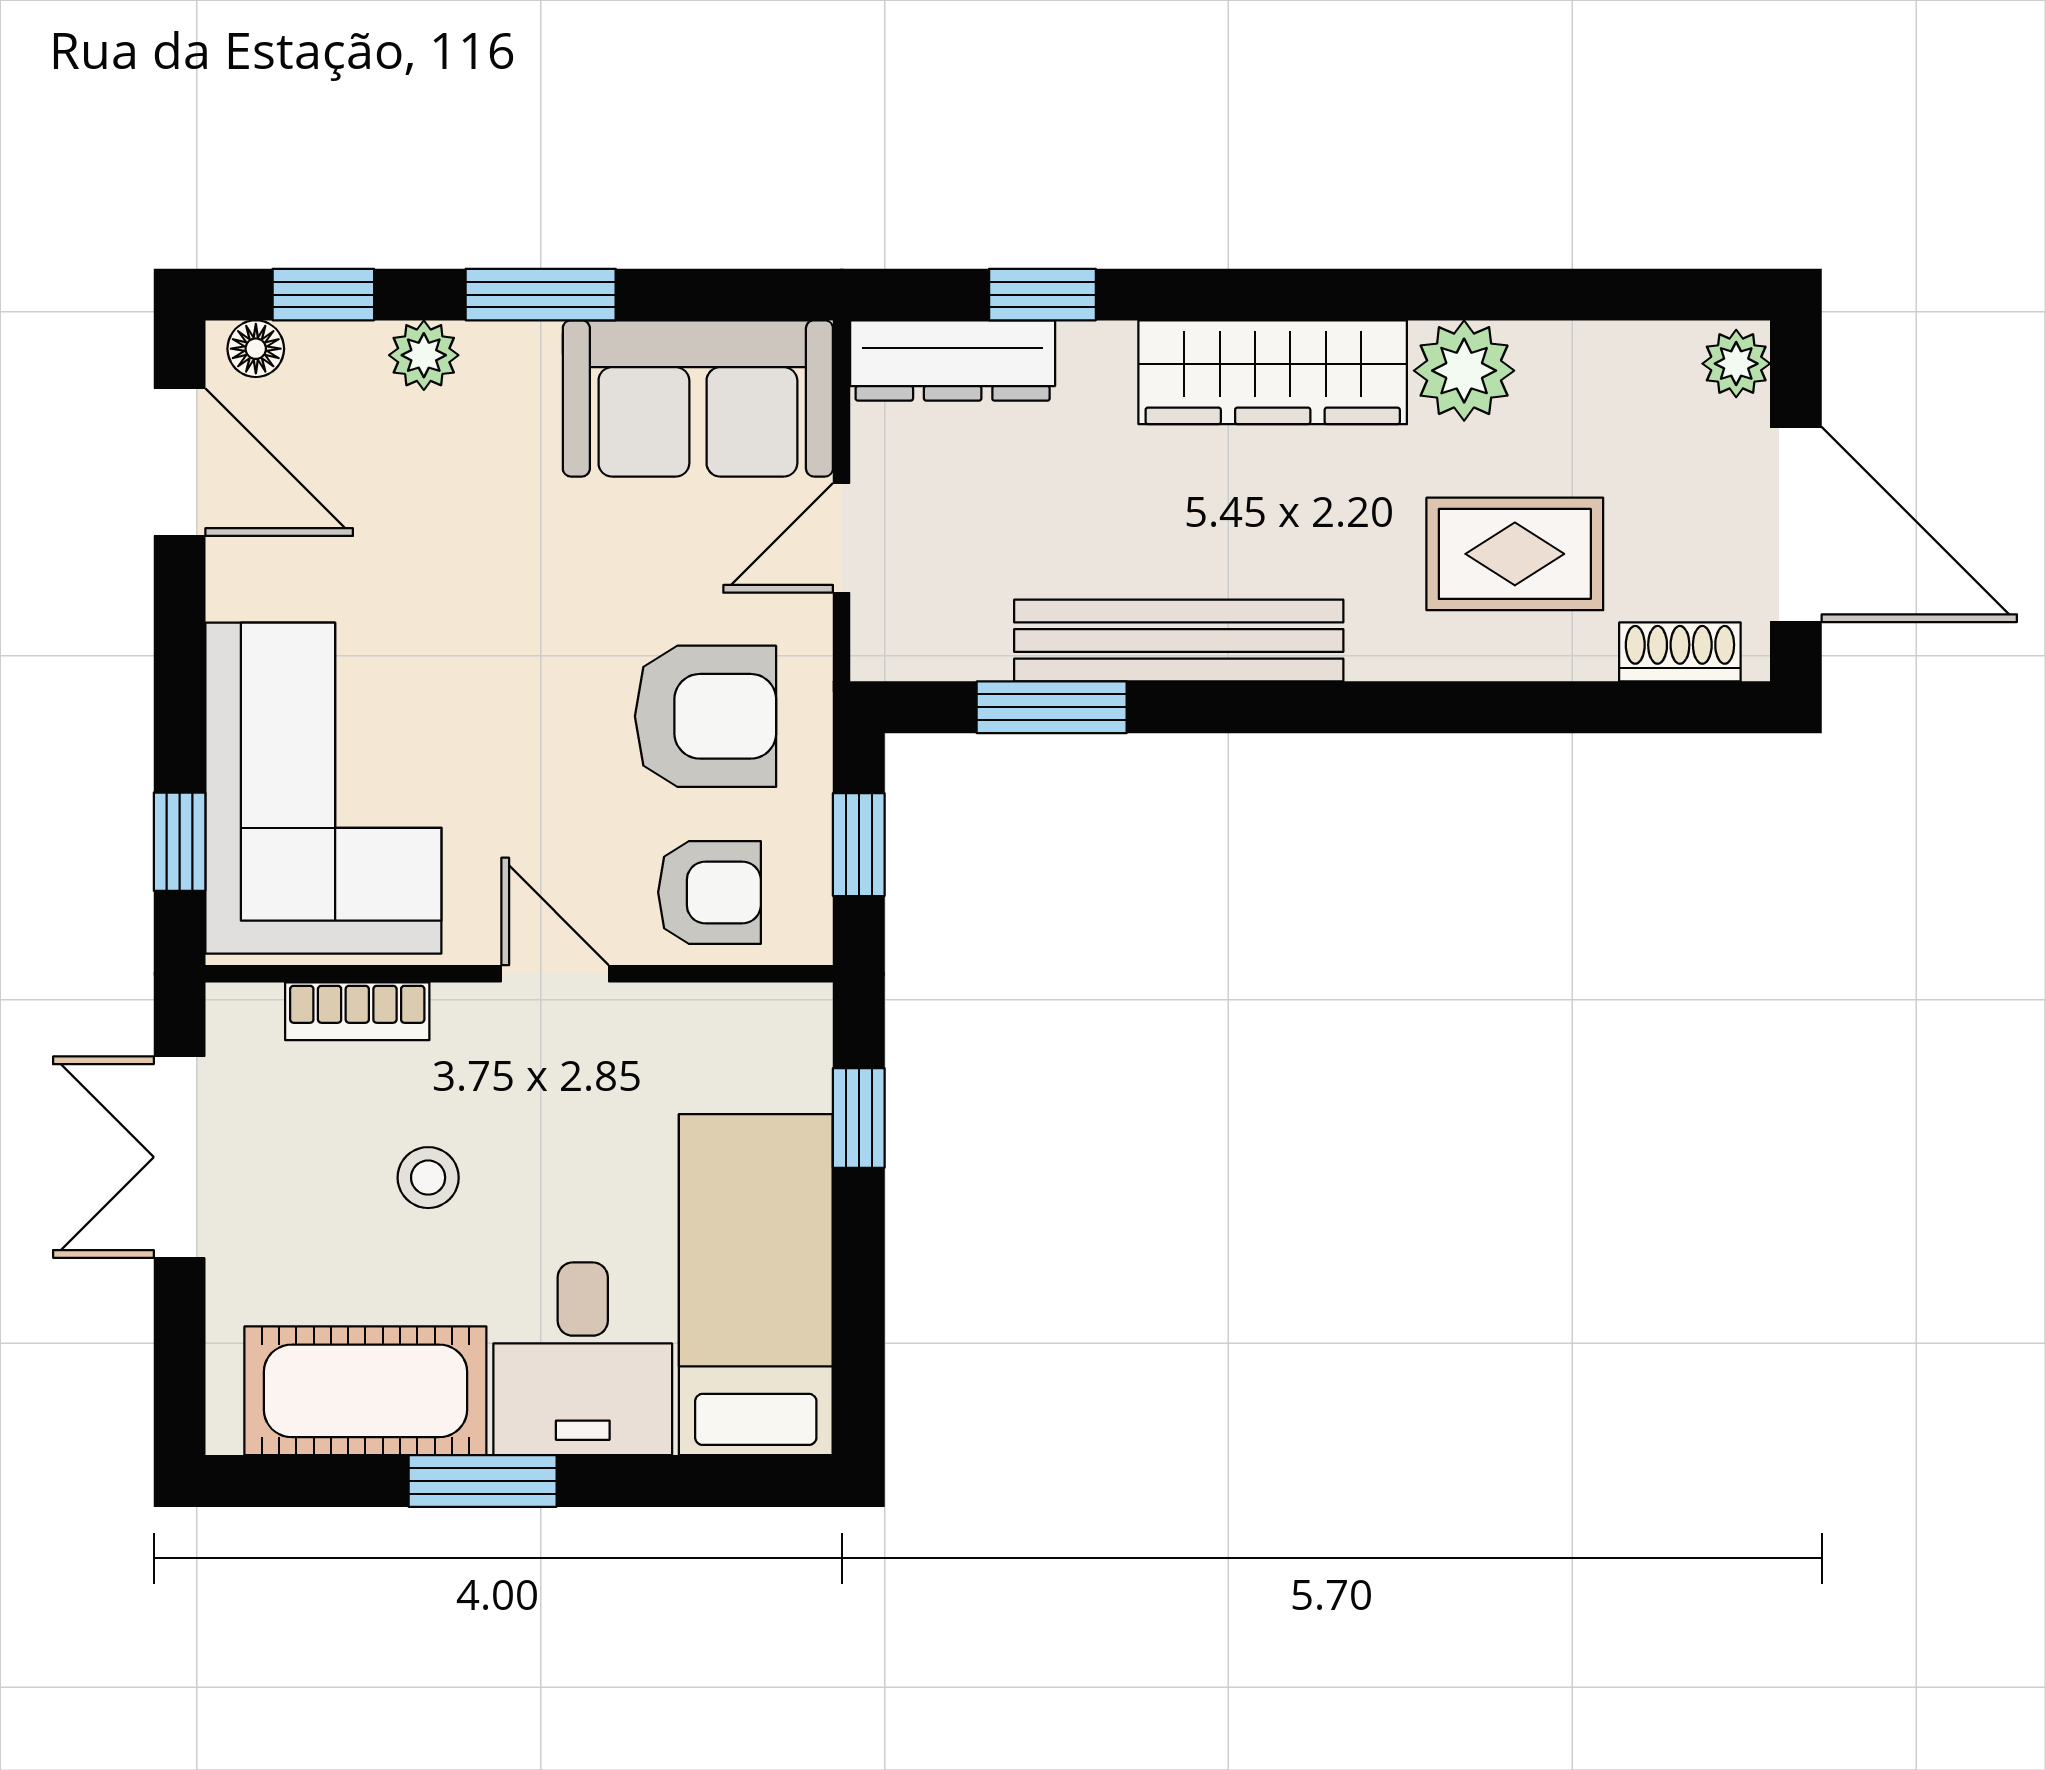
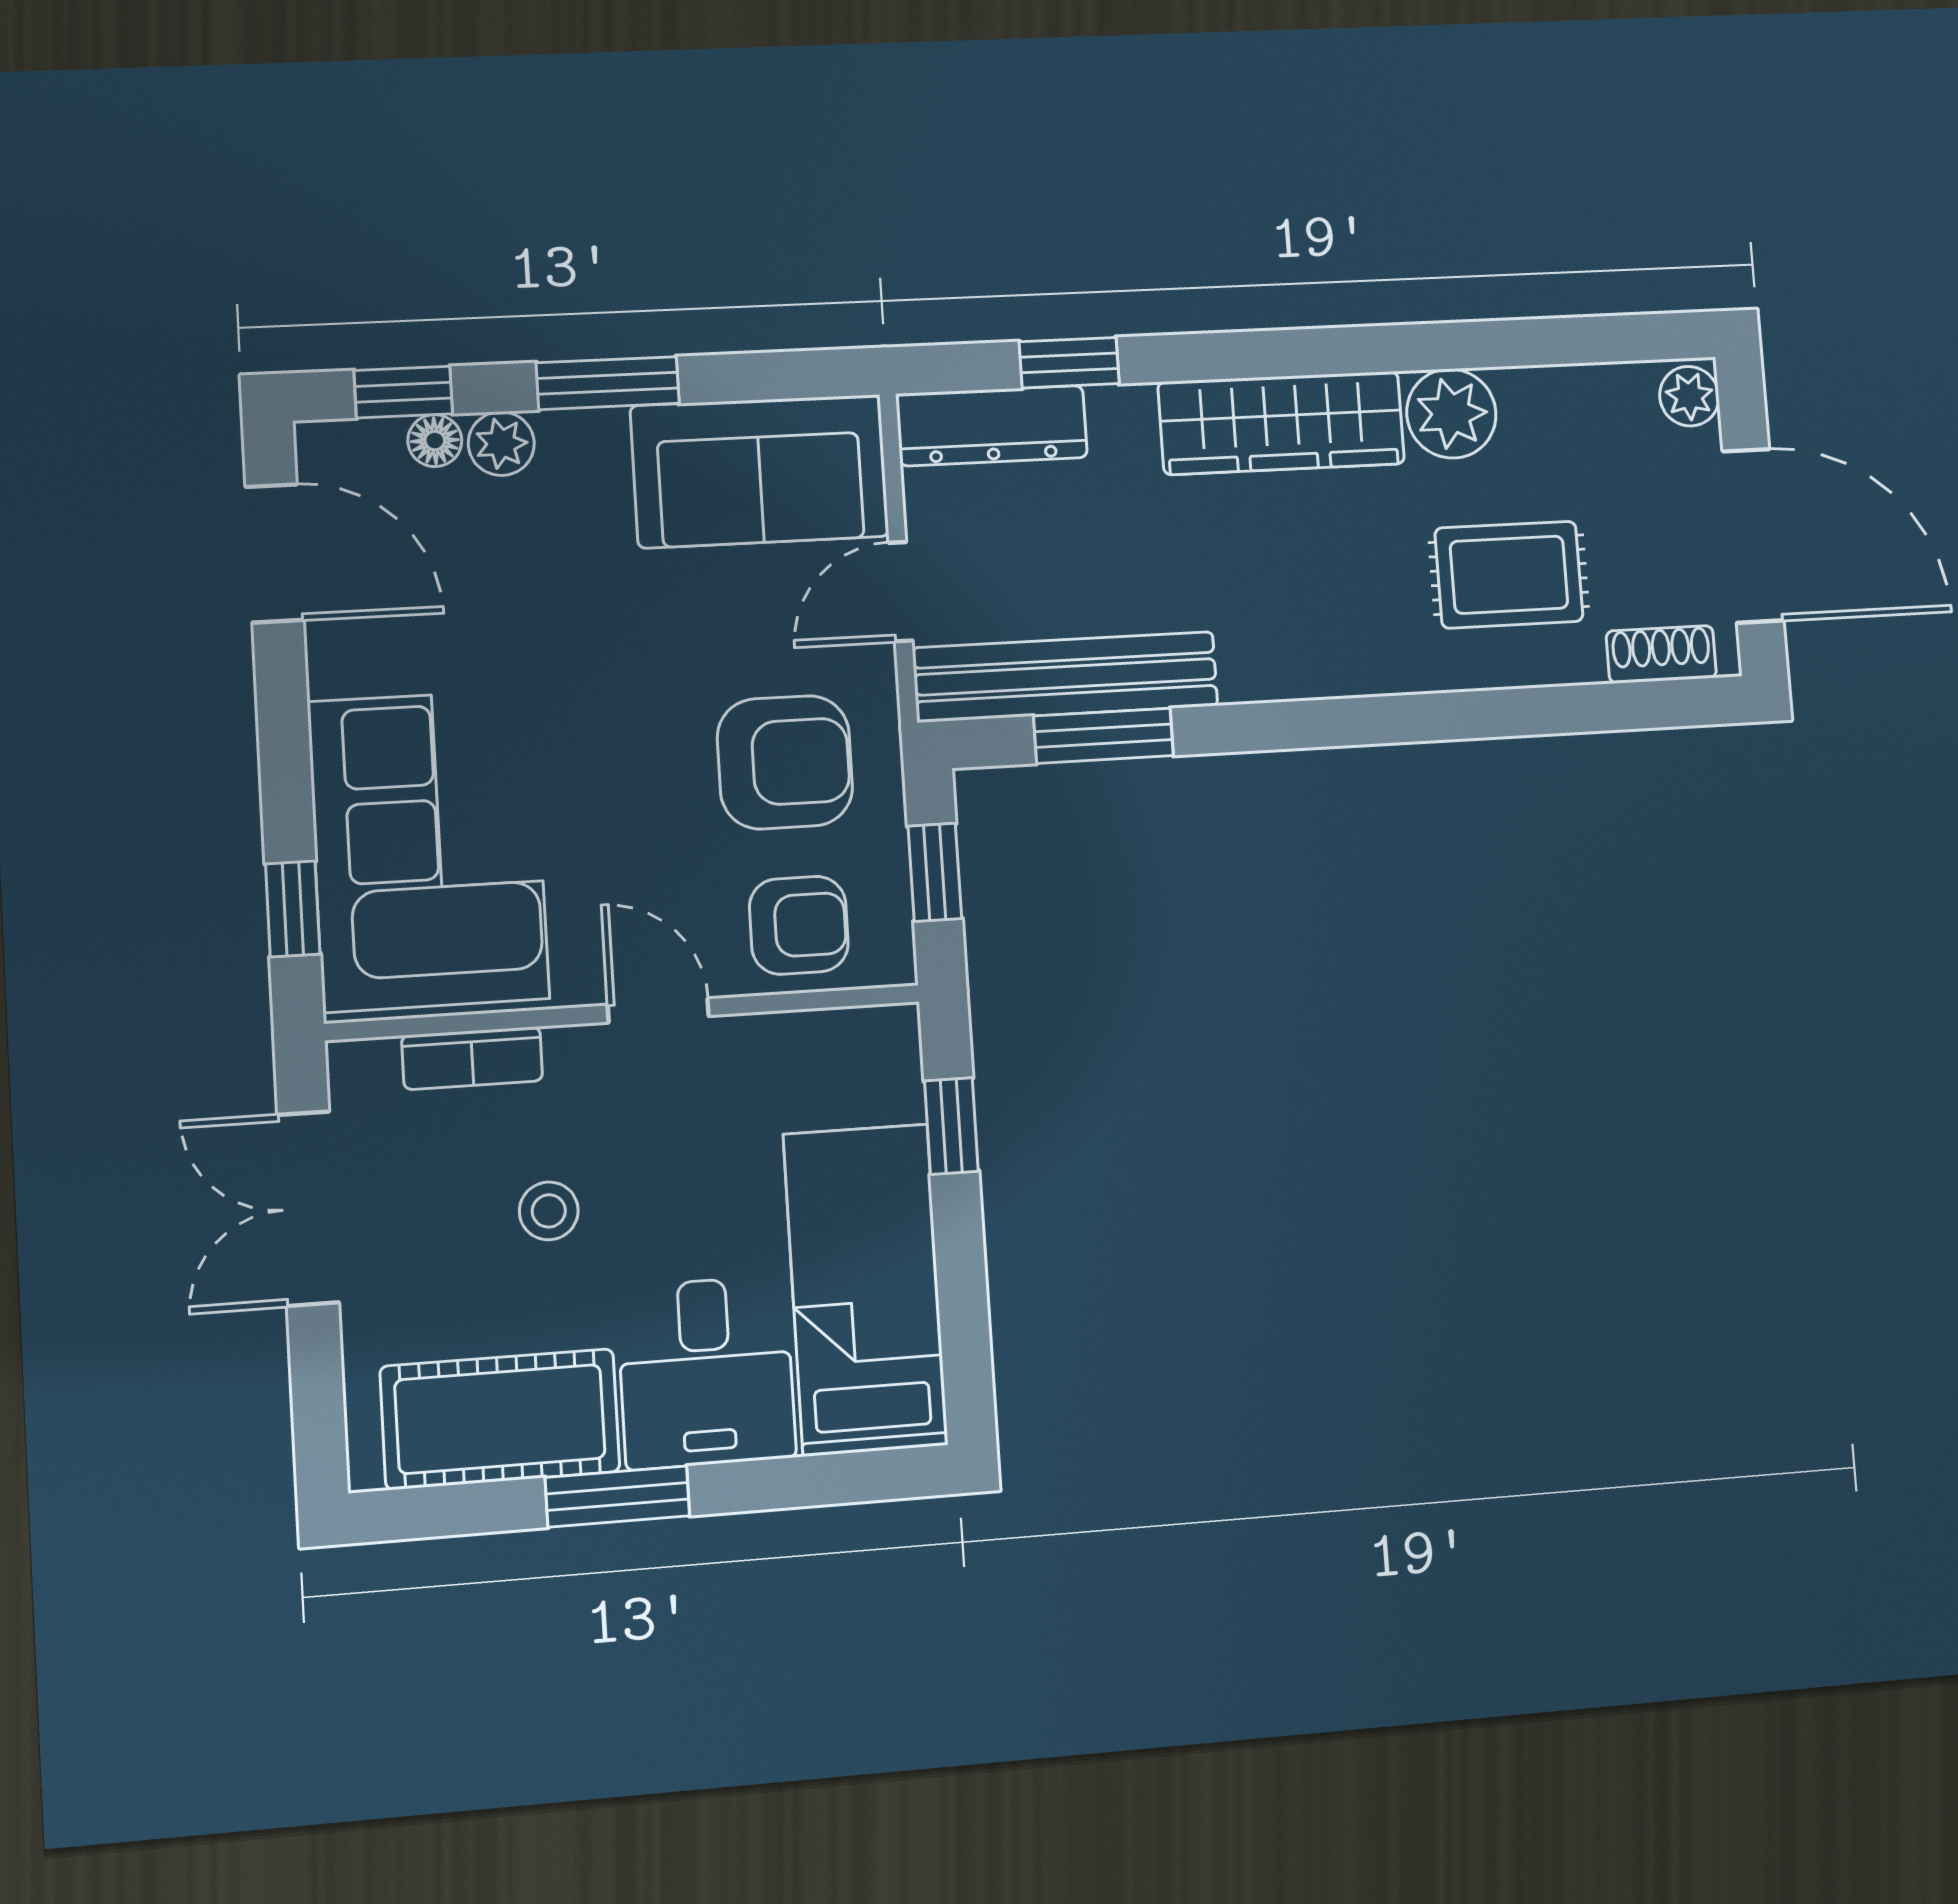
floor lamp: (256, 349) -> (435, 441), moved
bench: (1179, 641) -> (1066, 677), moved

